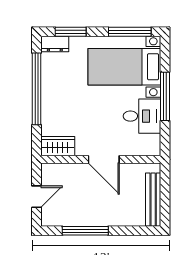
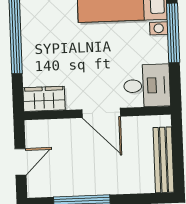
desk: (142, 116) -> (147, 86), moved

